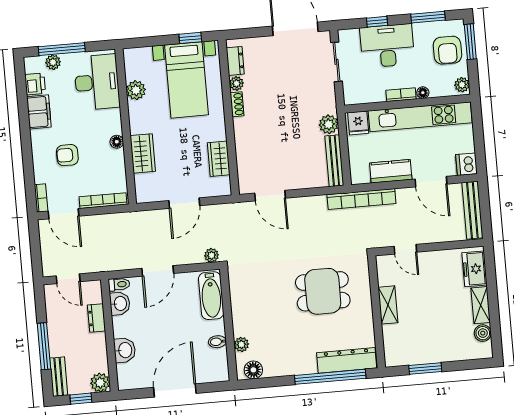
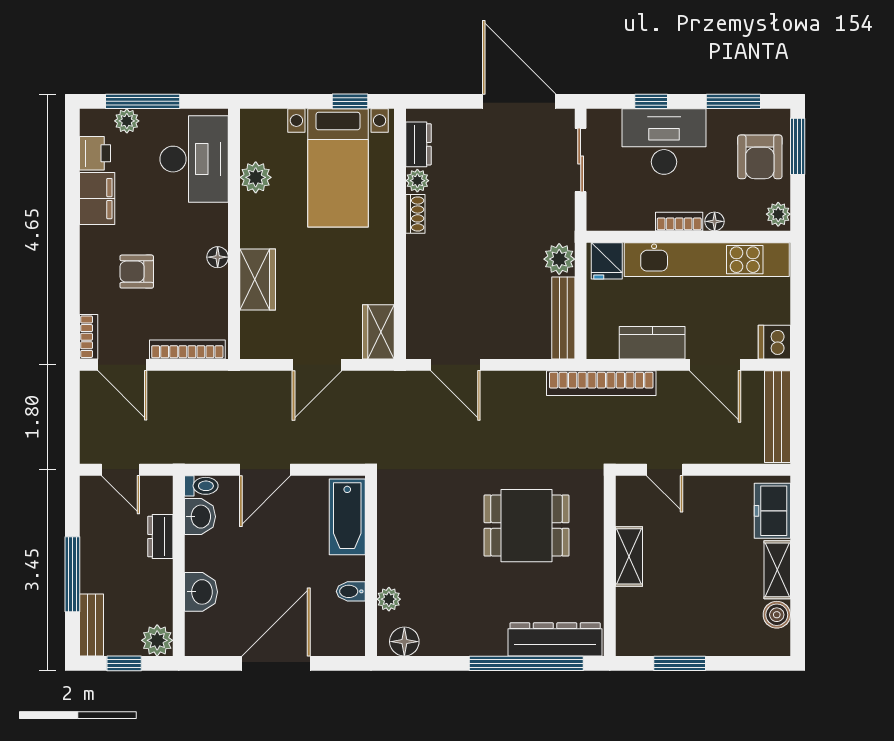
wardrobe: (219, 159) -> (378, 332), moved
plant: (212, 255) -> (353, 452), removed

